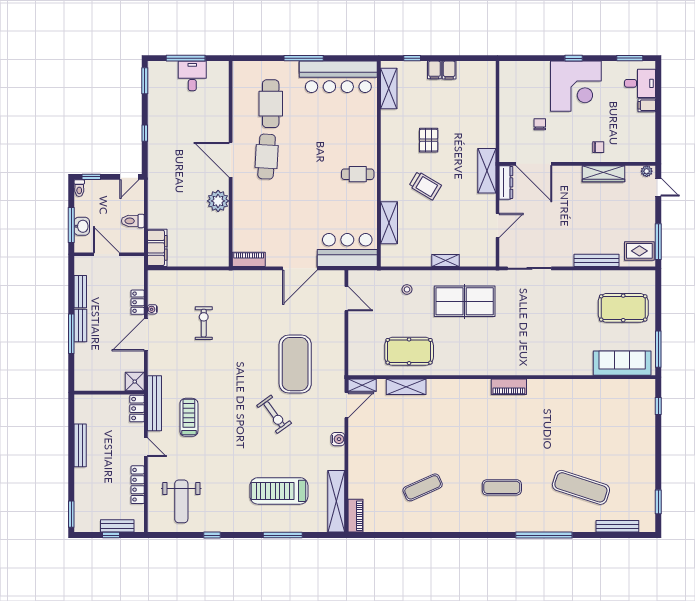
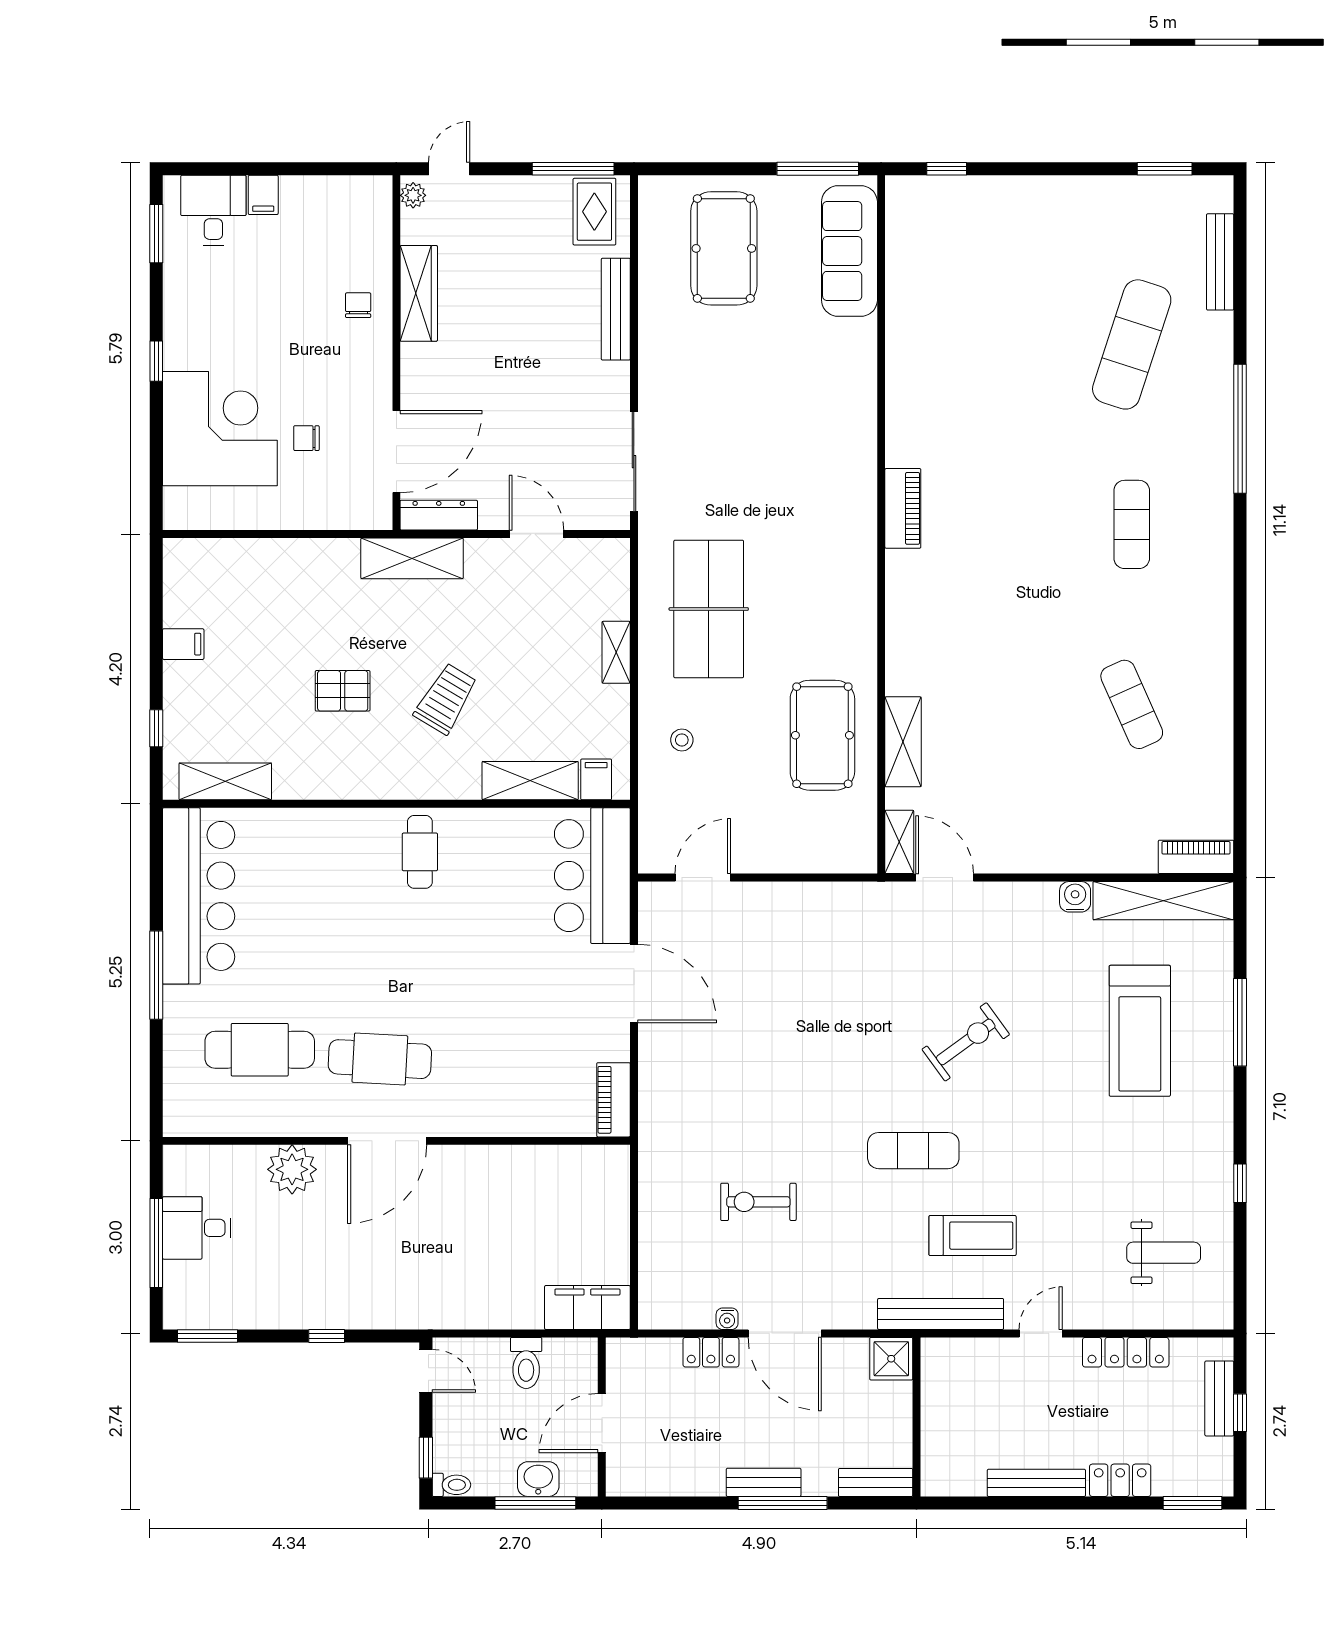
filing cabinet: (434, 70) -> (596, 779), moved, turned -90
corner desk: (576, 86) -> (220, 429), moved
plant: (218, 201) -> (292, 1169), moved
bench: (80, 292) -> (876, 1482), moved
exercise mat: (295, 364) -> (913, 1151), moved, width x0.50, depth x0.69
locker: (137, 409) -> (1120, 1480), moved, turned 180
treadmill: (189, 417) -> (973, 1236), turned 180
water cooler: (338, 439) -> (1075, 897), moved
weight bench: (181, 501) -> (1164, 1253), width x0.73, depth x0.75

